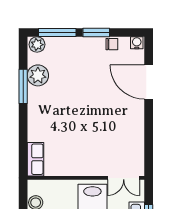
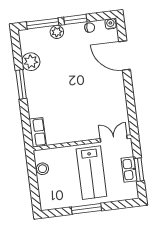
plant: (37, 45) -> (57, 32), moved
window: (23, 86) -> (21, 84), moved
double door: (124, 178) -> (114, 139), swing flipped

